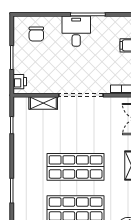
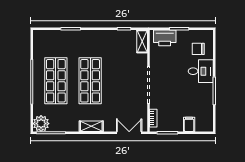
desk: (76, 31) -> (201, 71), moved
printer: (20, 82) -> (165, 38), width x1.87, depth x1.48
shelving: (43, 103) -> (142, 41), moved

